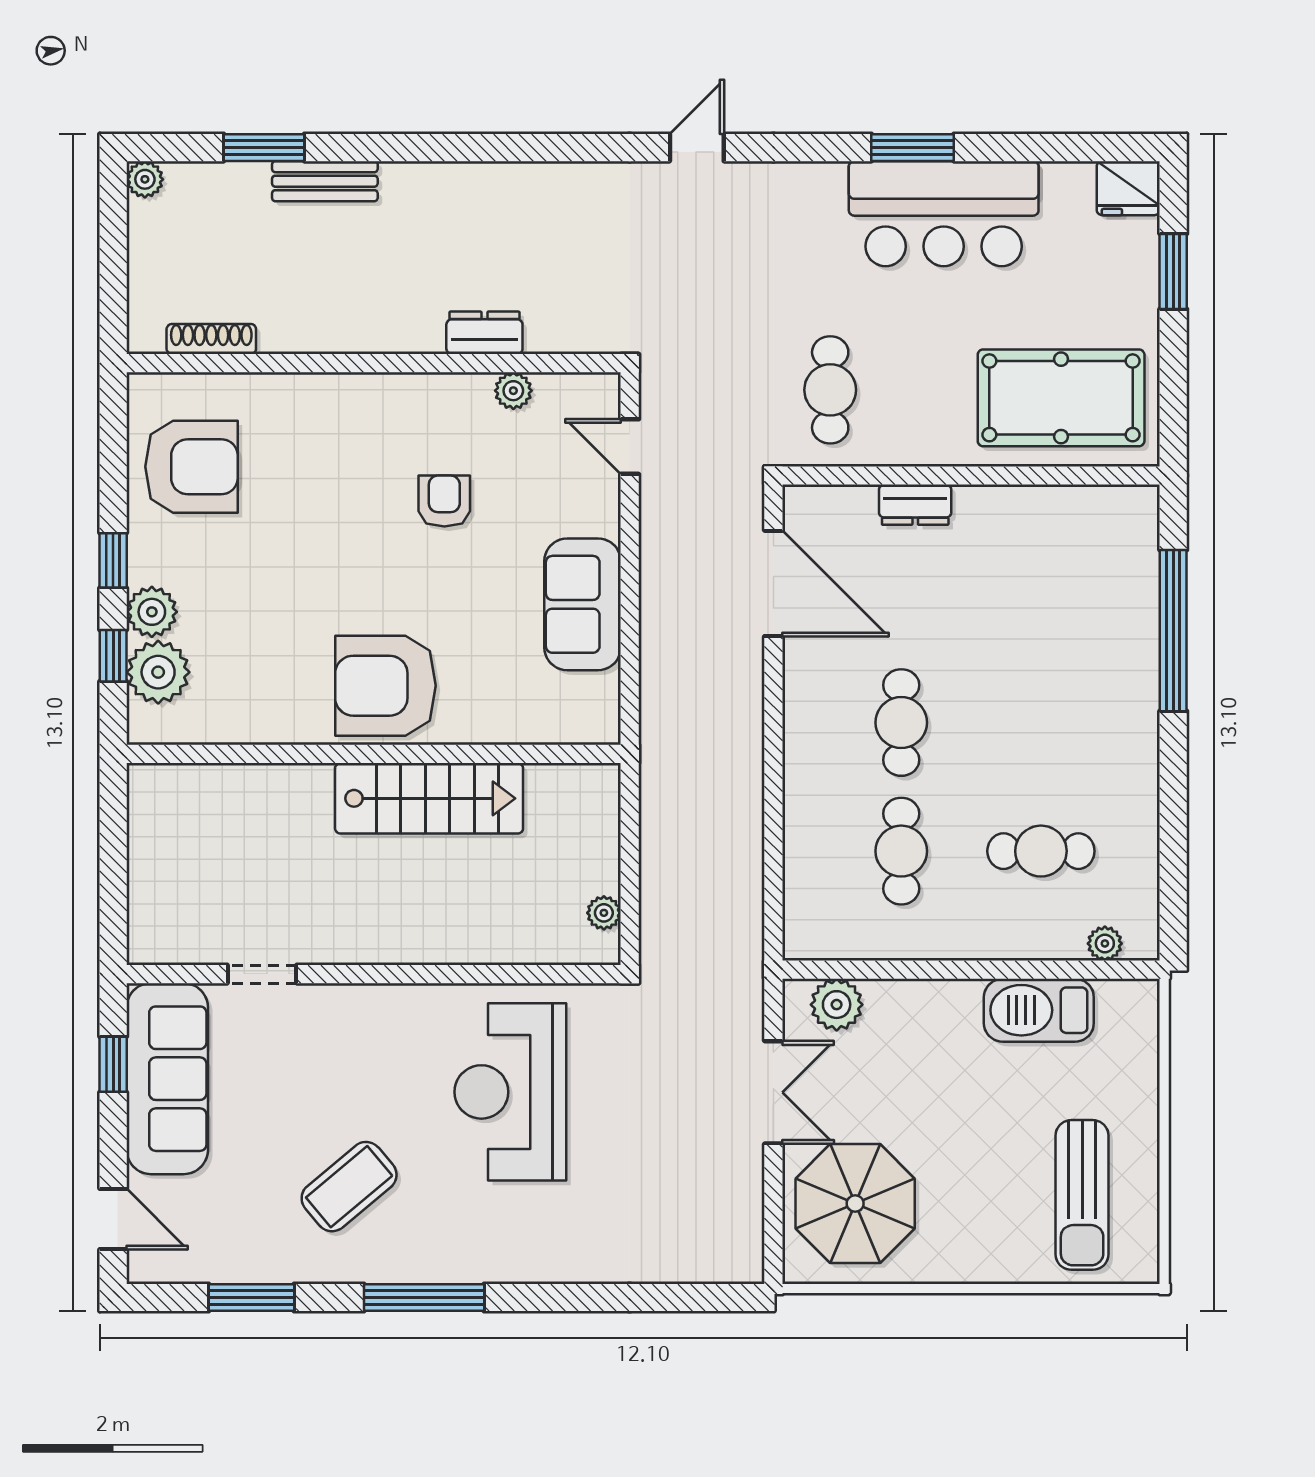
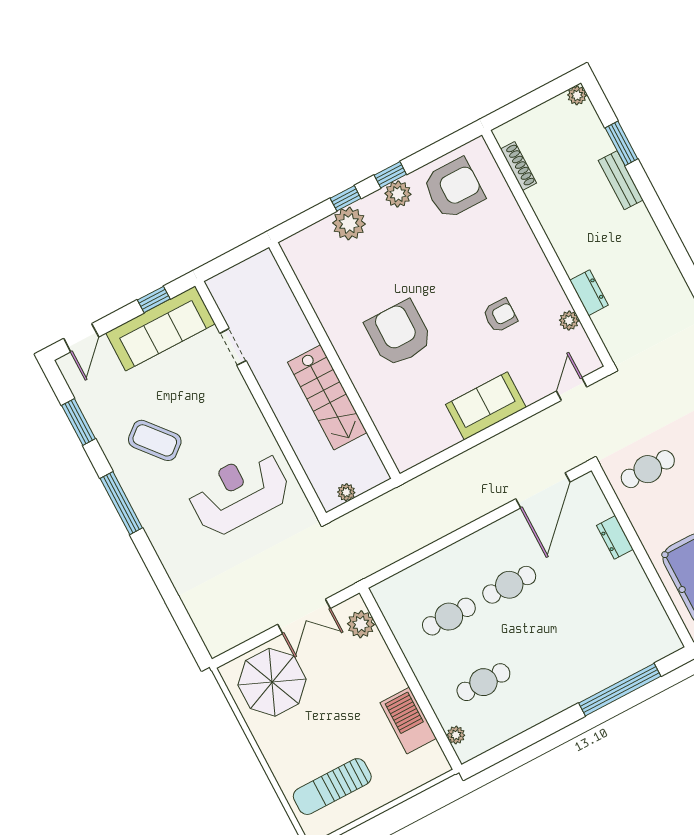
armchair: (192, 467) -> (454, 188), turned -90
plant: (152, 612) -> (398, 194), moved
wall: (374, 754) -> (334, 360), moved
stairs: (429, 798) -> (327, 397), moved
cafe table: (1041, 851) -> (483, 682), turned 90

